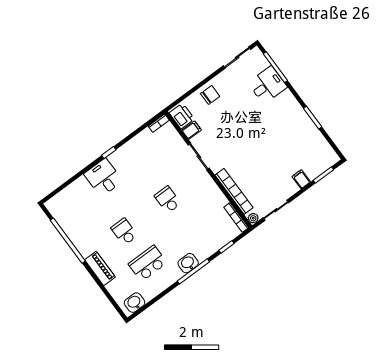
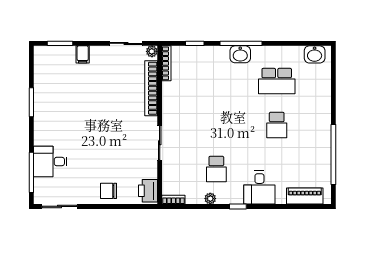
filing cabinet: (192, 130) -> (149, 171), removed
plant: (133, 143) -> (210, 199), added
school desk: (168, 200) -> (216, 169), moved
piano: (100, 268) -> (305, 196), moved, turned 90

